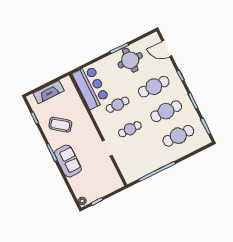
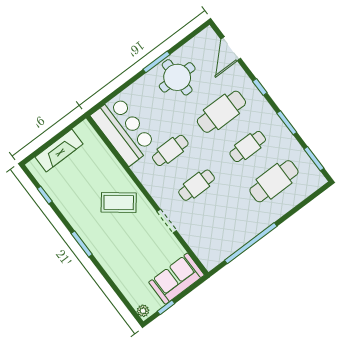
door: (167, 49) -> (231, 49), hinge flipped
cafe table: (166, 111) -> (248, 147), width x0.73, depth x0.74
coffee table: (60, 125) -> (119, 203), moved
sofa: (68, 161) -> (176, 279), moved, turned -90

